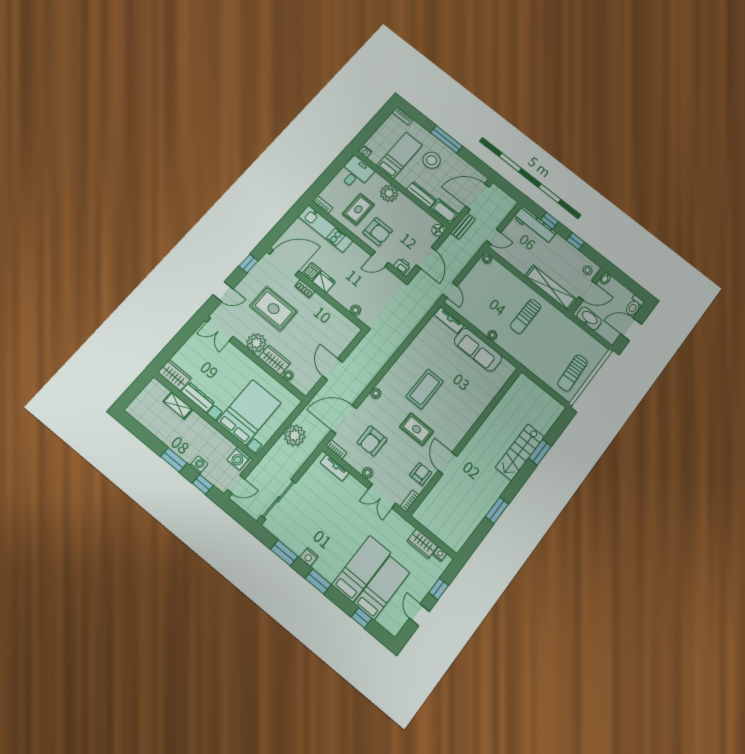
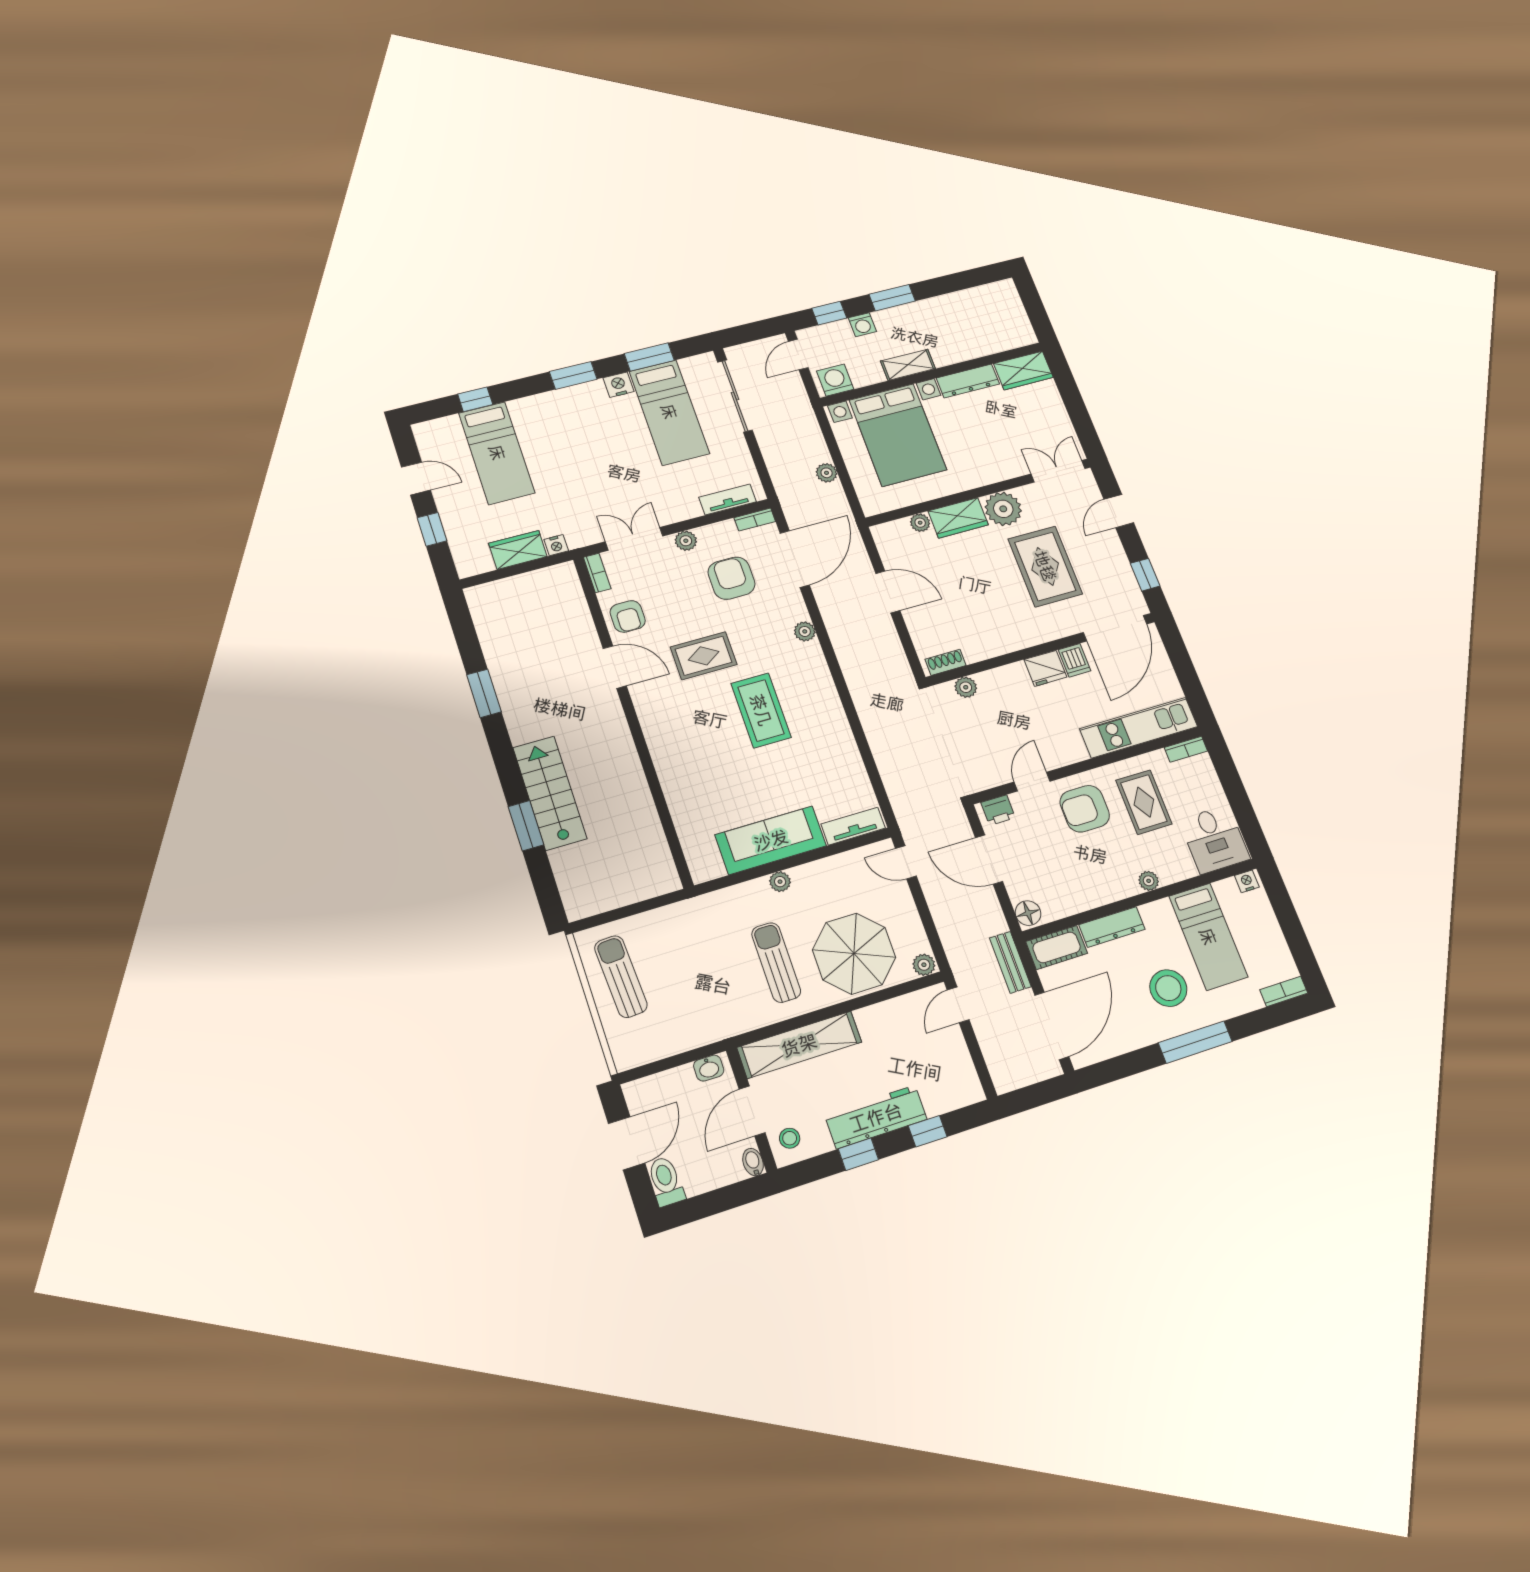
plant: (389, 193) -> (1149, 881), width x0.53, depth x0.53
workbench: (535, 225) -> (876, 1117), moved
parasol: (501, 288) -> (854, 954), added
shoe rack: (305, 289) -> (946, 662), moved
rug: (274, 309) -> (1045, 566), turned 90
washbasin: (589, 318) -> (709, 1068), width x0.52, depth x0.69
shelving: (178, 405) -> (908, 365), moved
plant: (295, 435) -> (827, 473), width x0.53, depth x0.53
nightstand: (440, 554) -> (556, 545), moved
bed: (361, 569) -> (669, 412), moved

